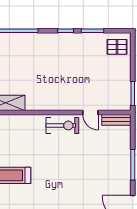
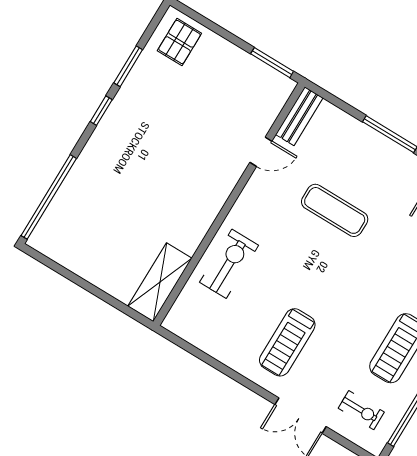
exercise bike: (62, 125) -> (229, 264), moved
exercise mat: (84, 161) -> (335, 210), added

